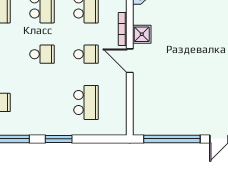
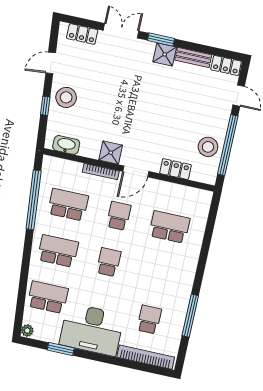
locker: (140, 96) -> (175, 169), added
stool: (166, 121) -> (208, 147), added
window: (59, 139) -> (202, 264), removed

